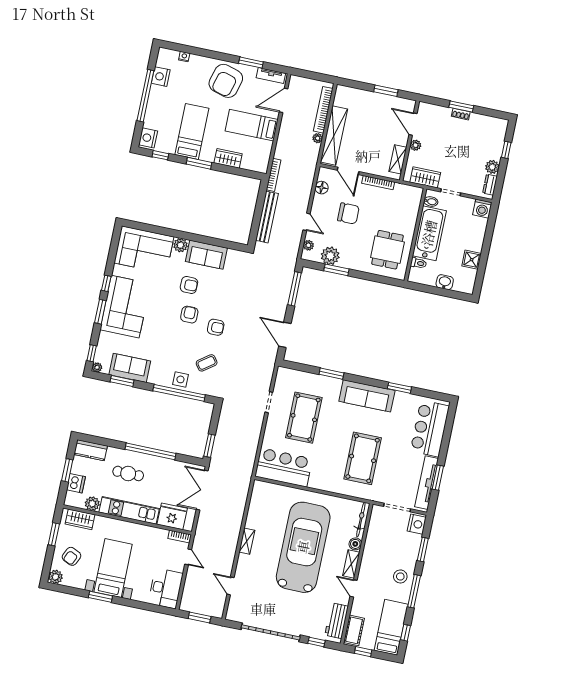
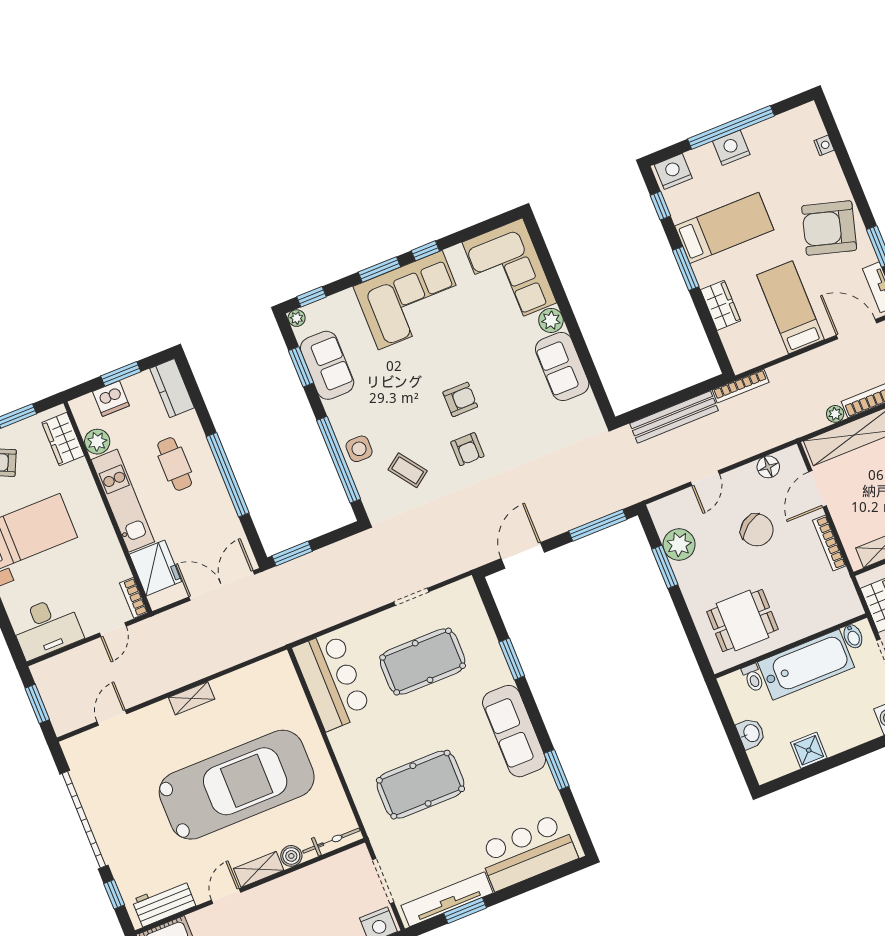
nightstand: (161, 77) -> (731, 148), moved
chair: (348, 213) -> (757, 530), turned -36
plant: (308, 245) -> (673, 503), removed
armchair: (189, 285) -> (502, 371), removed

